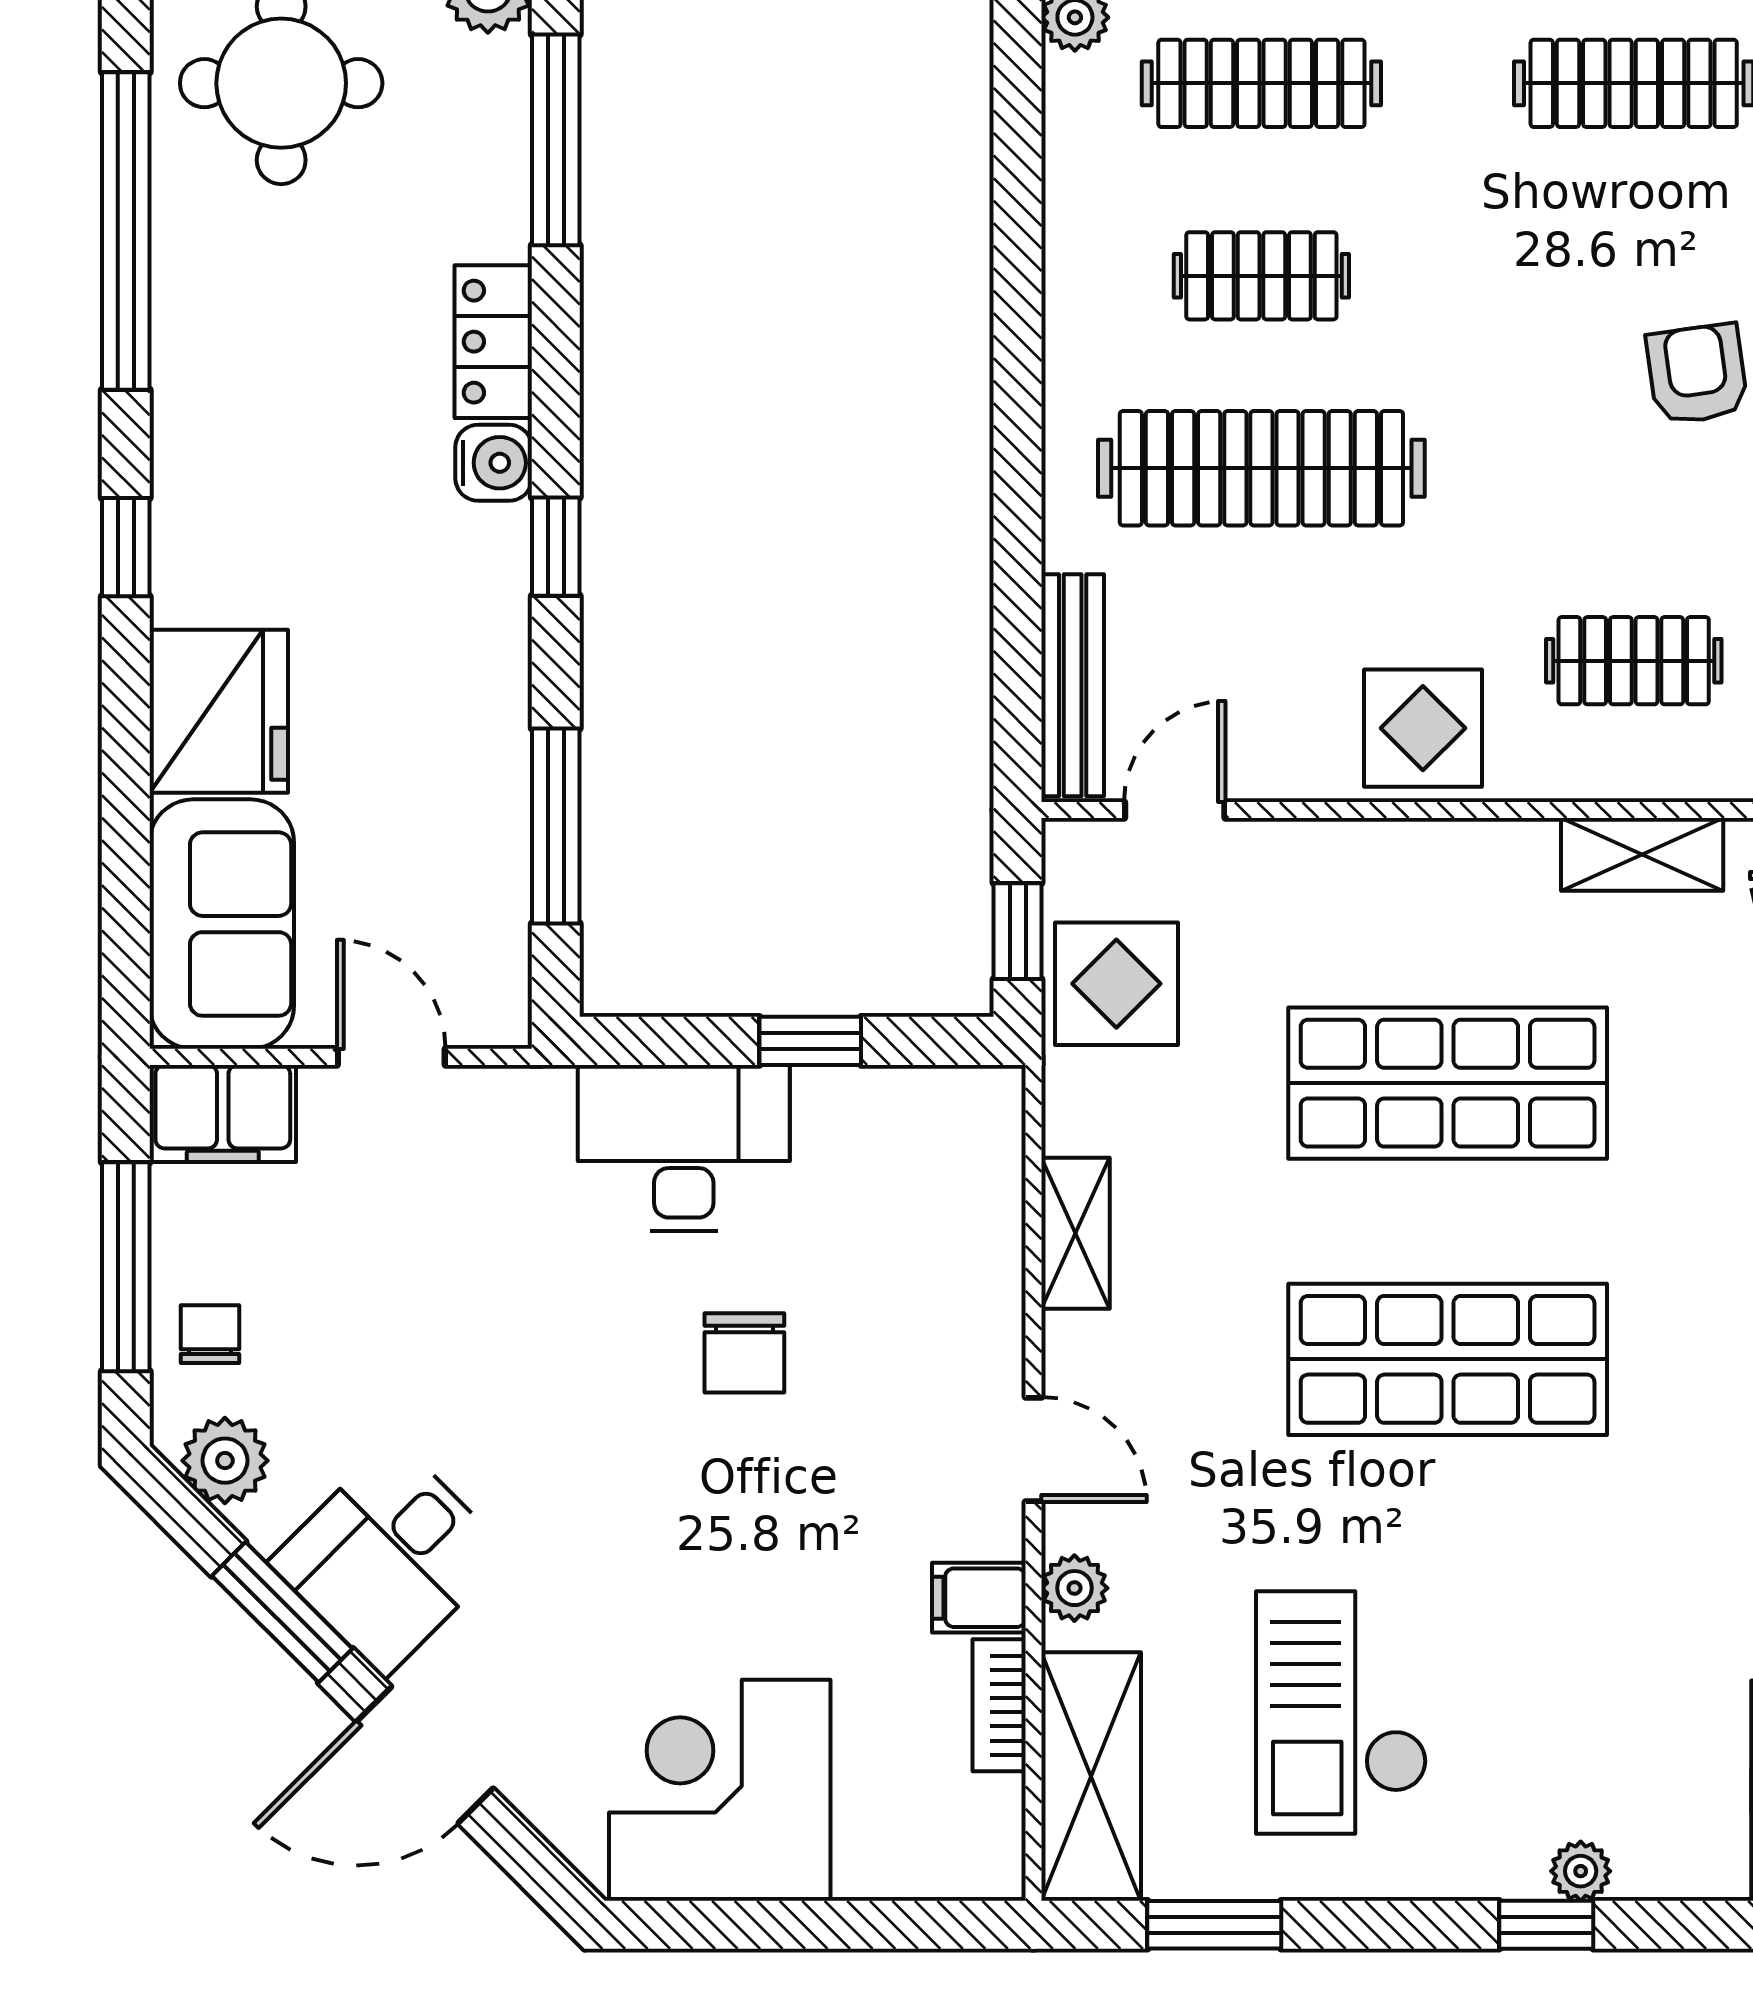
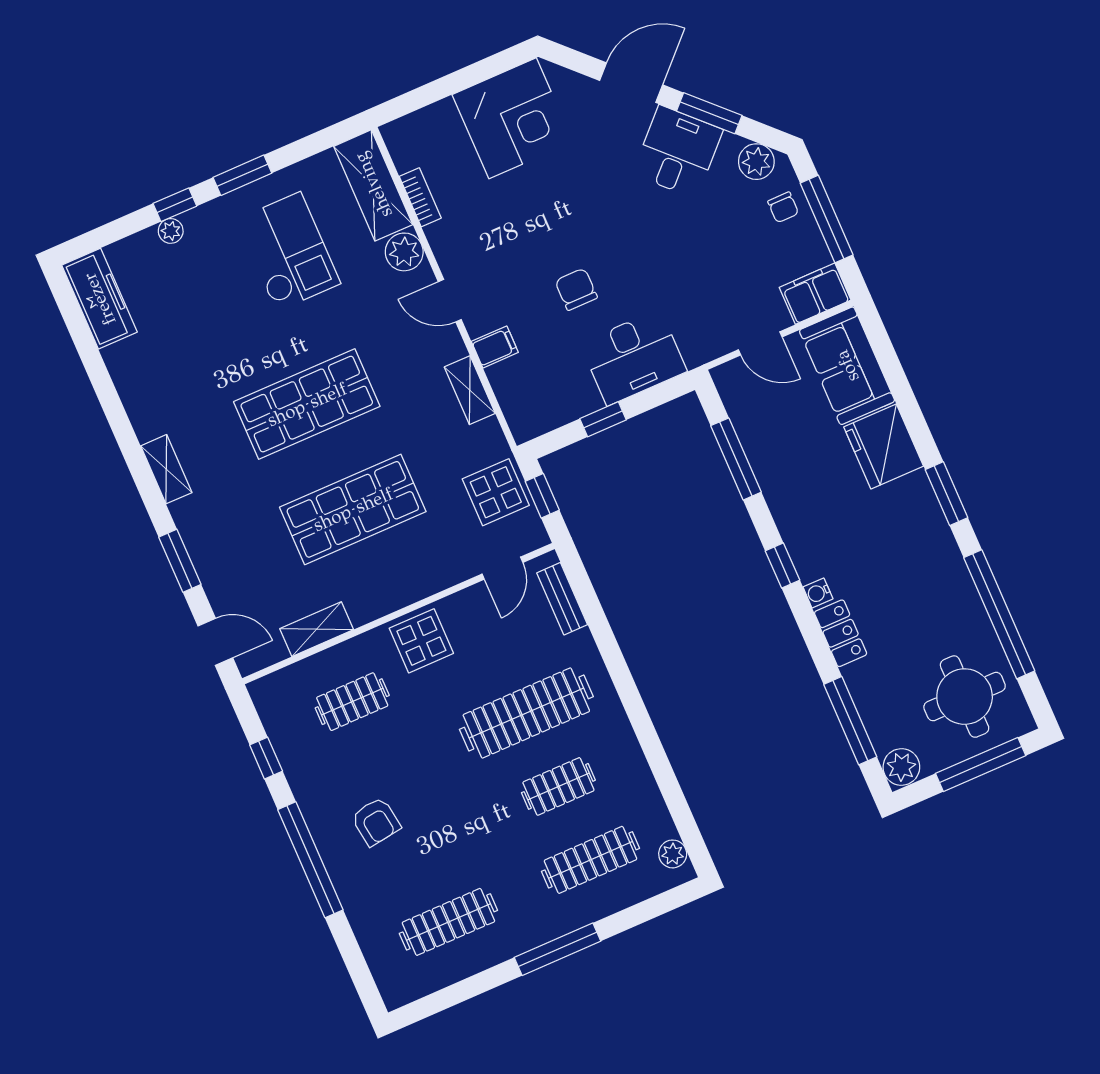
water cooler: (494, 463) -> (818, 593), width x0.72, depth x0.72
window: (126, 547) -> (946, 494), width x1.50
bench: (1073, 685) -> (562, 599), width x0.73
plant: (1074, 1588) -> (404, 252), width x1.38, depth x1.38
filing cabinet: (979, 1598) -> (495, 347), moved
window: (1214, 1925) -> (242, 175), moved

